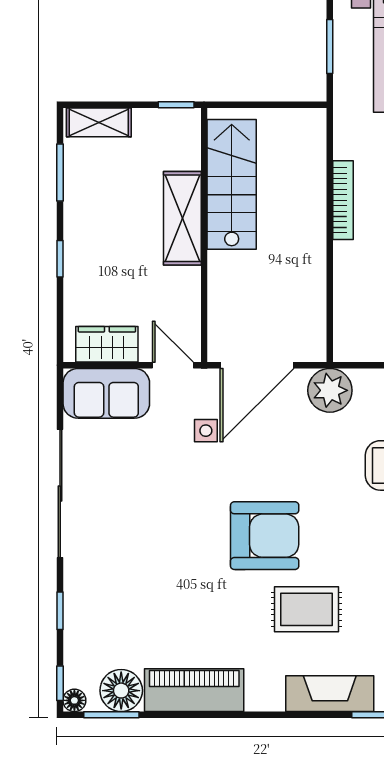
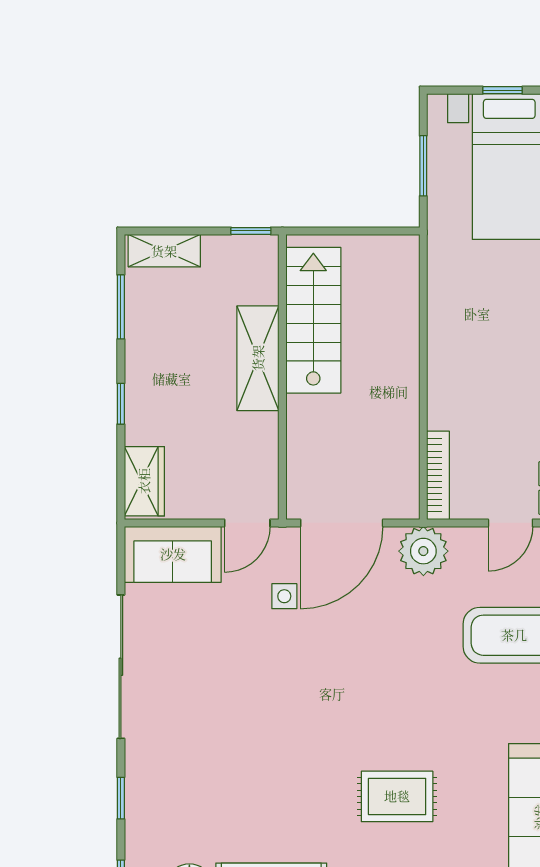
bookcase: (343, 200) -> (438, 475), moved
wardrobe: (107, 344) -> (144, 481), moved, turned 90
door: (173, 365) -> (247, 523), swing flipped
armchair: (265, 536) -> (350, 714), removed

